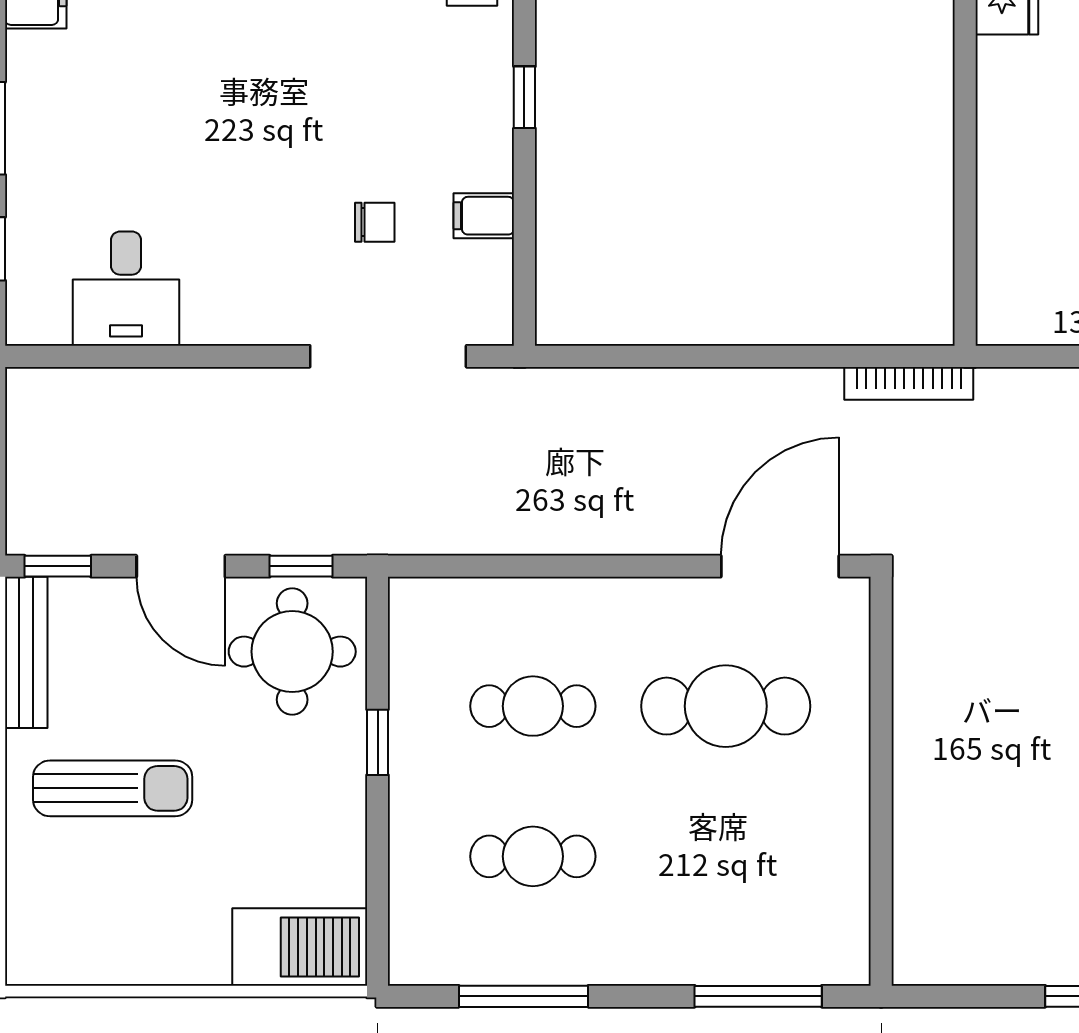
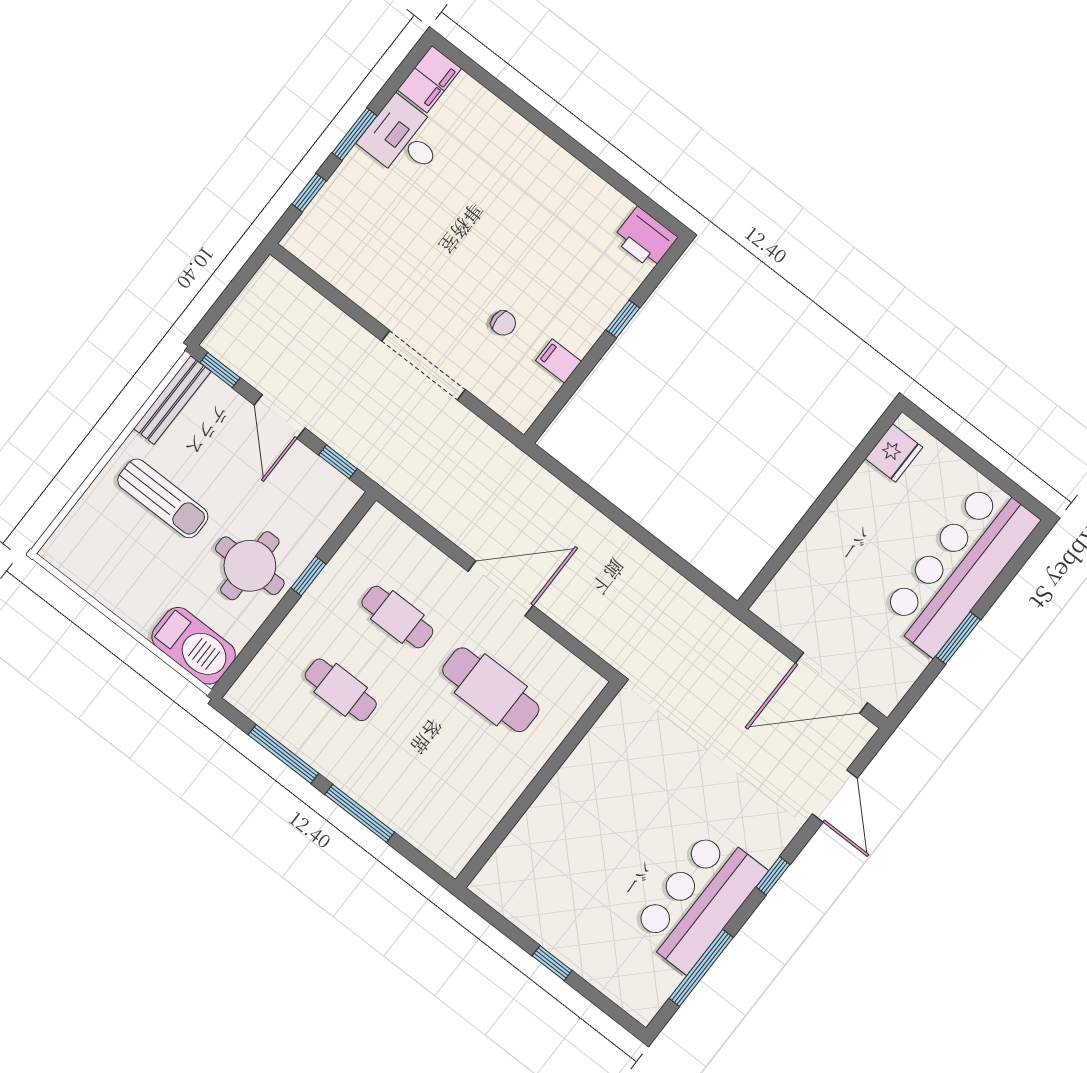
desk: (126, 289) -> (403, 139), moved, turned 90
doorway: (388, 356) -> (424, 365), moved
bookcase: (909, 383) -> (701, 602), removed
door: (780, 566) -> (500, 588), moved
round table: (292, 652) -> (250, 566), moved
window: (758, 996) -> (360, 813), moved

